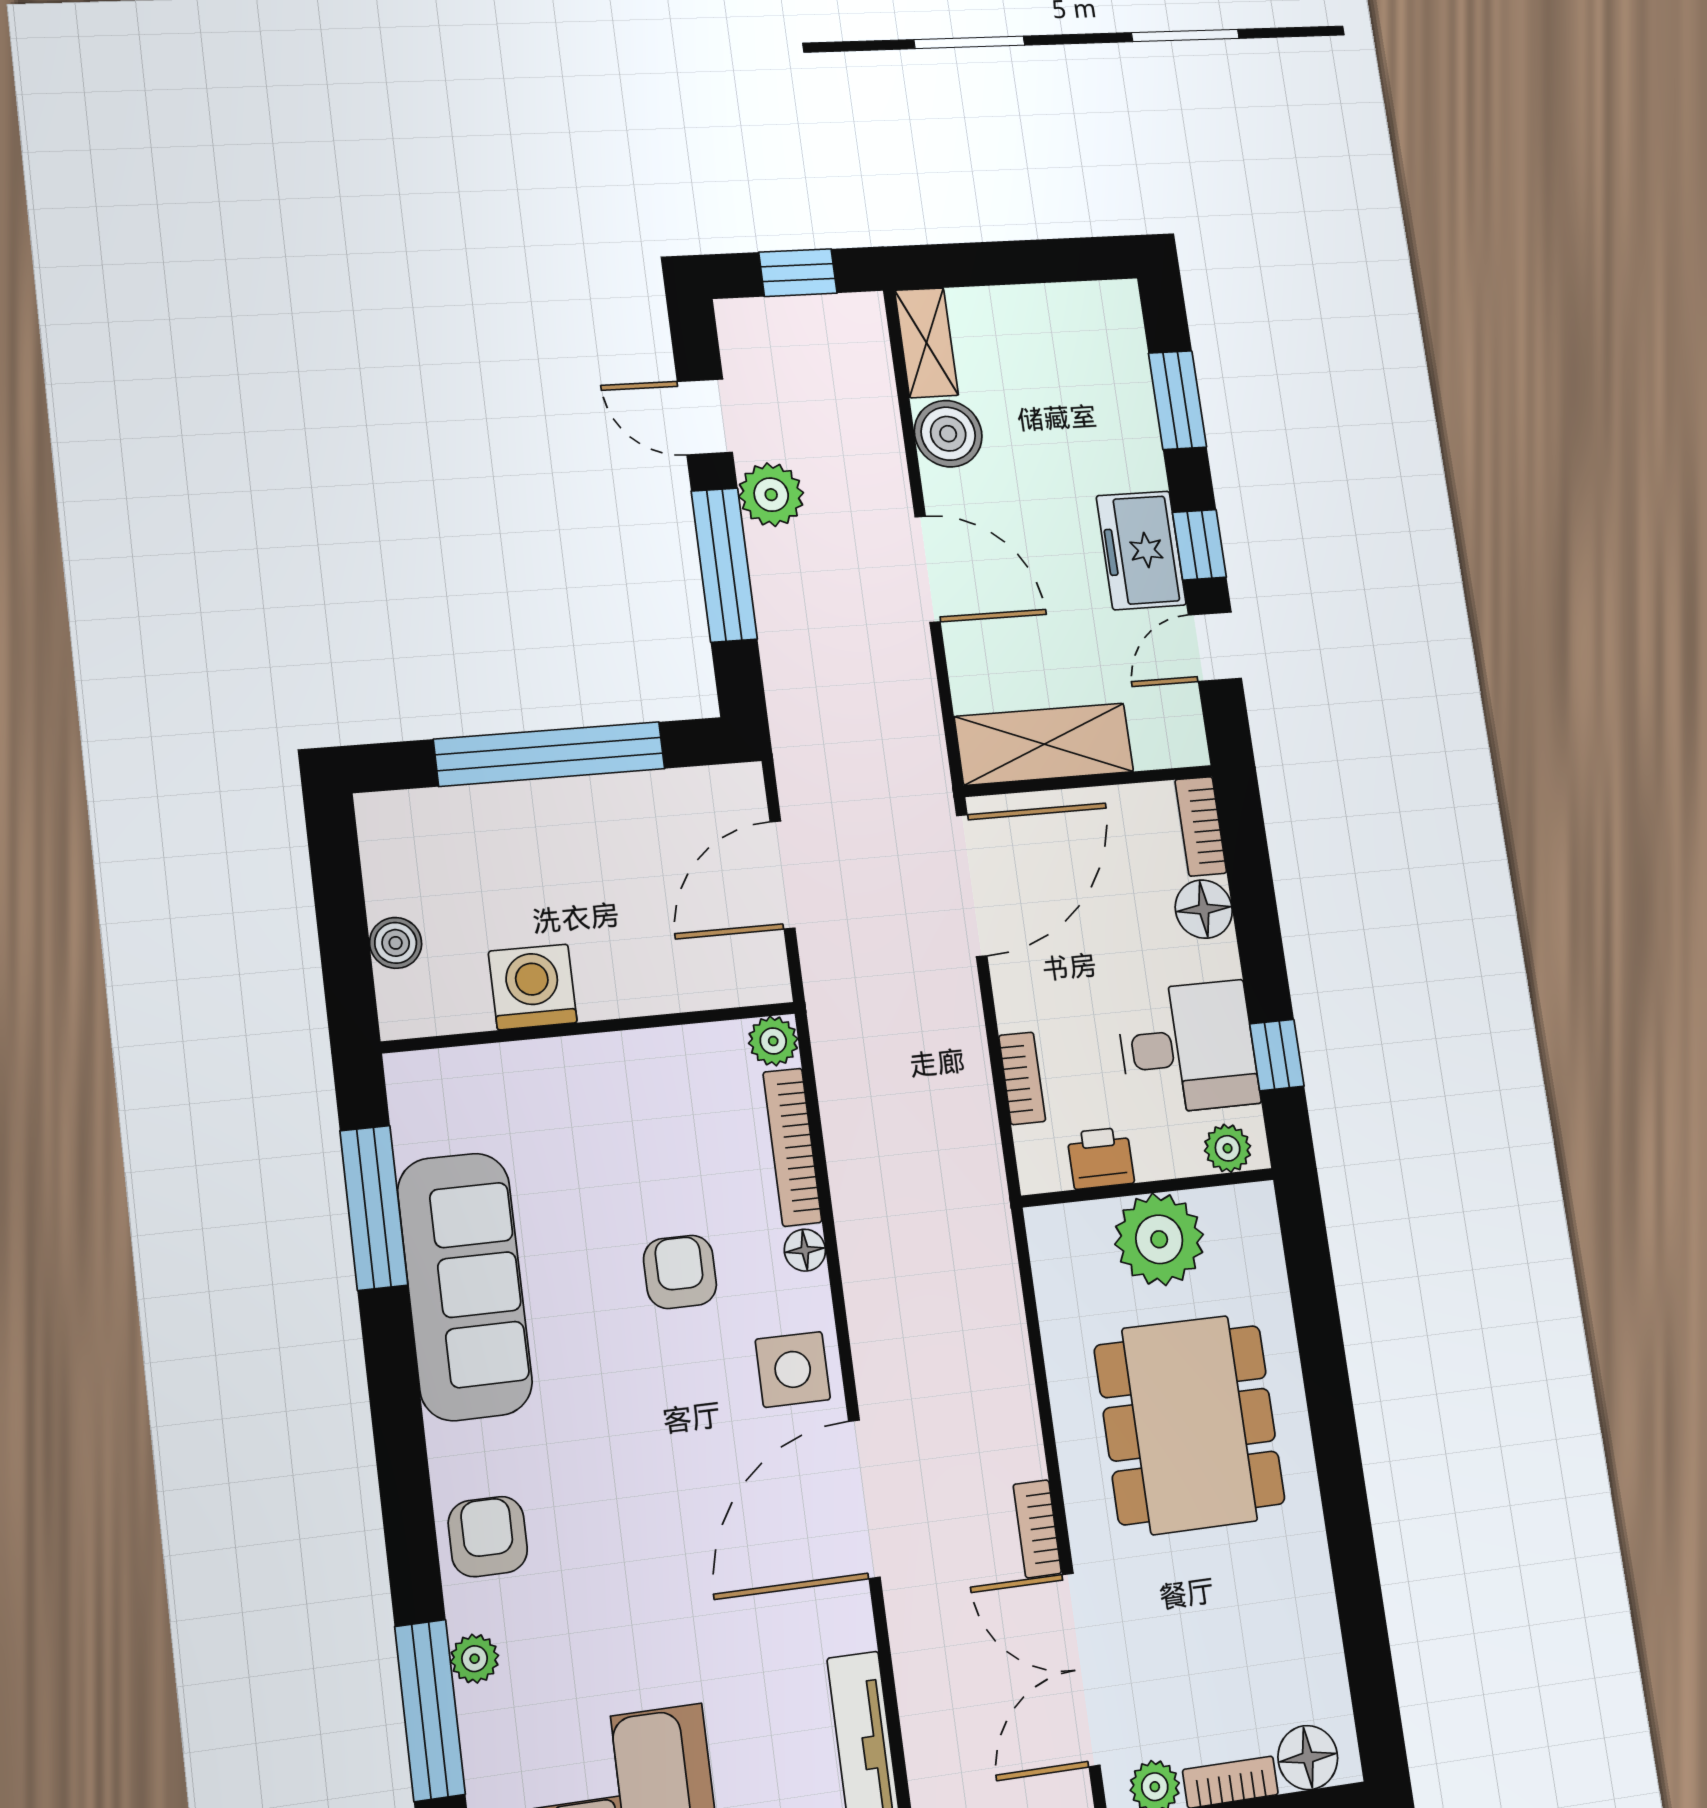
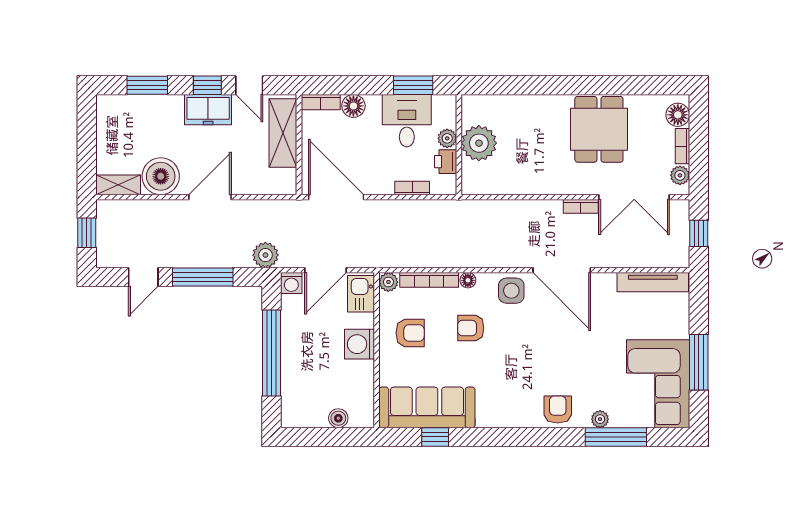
boiler: (948, 434) -> (161, 176), width x1.37, depth x1.37
plant: (771, 495) -> (265, 255), moved
shelving: (1044, 744) -> (283, 133), moved
washing machine: (738, 790) -> (291, 283), added
door: (782, 875) -> (325, 270), hinge flipped
kitchen sink: (733, 972) -> (361, 294), added
washing machine: (533, 987) -> (359, 344), moved
window: (1277, 1055) -> (413, 85), width x1.50
armchair: (647, 1111) -> (410, 333), added
plant: (1228, 1148) -> (447, 138), moved
window: (374, 1208) -> (435, 437), width x0.46
sofa: (465, 1286) -> (427, 407), moved
dining table: (1190, 1425) -> (599, 129), moved, width x0.73
armchair: (488, 1537) -> (558, 409), turned 90

